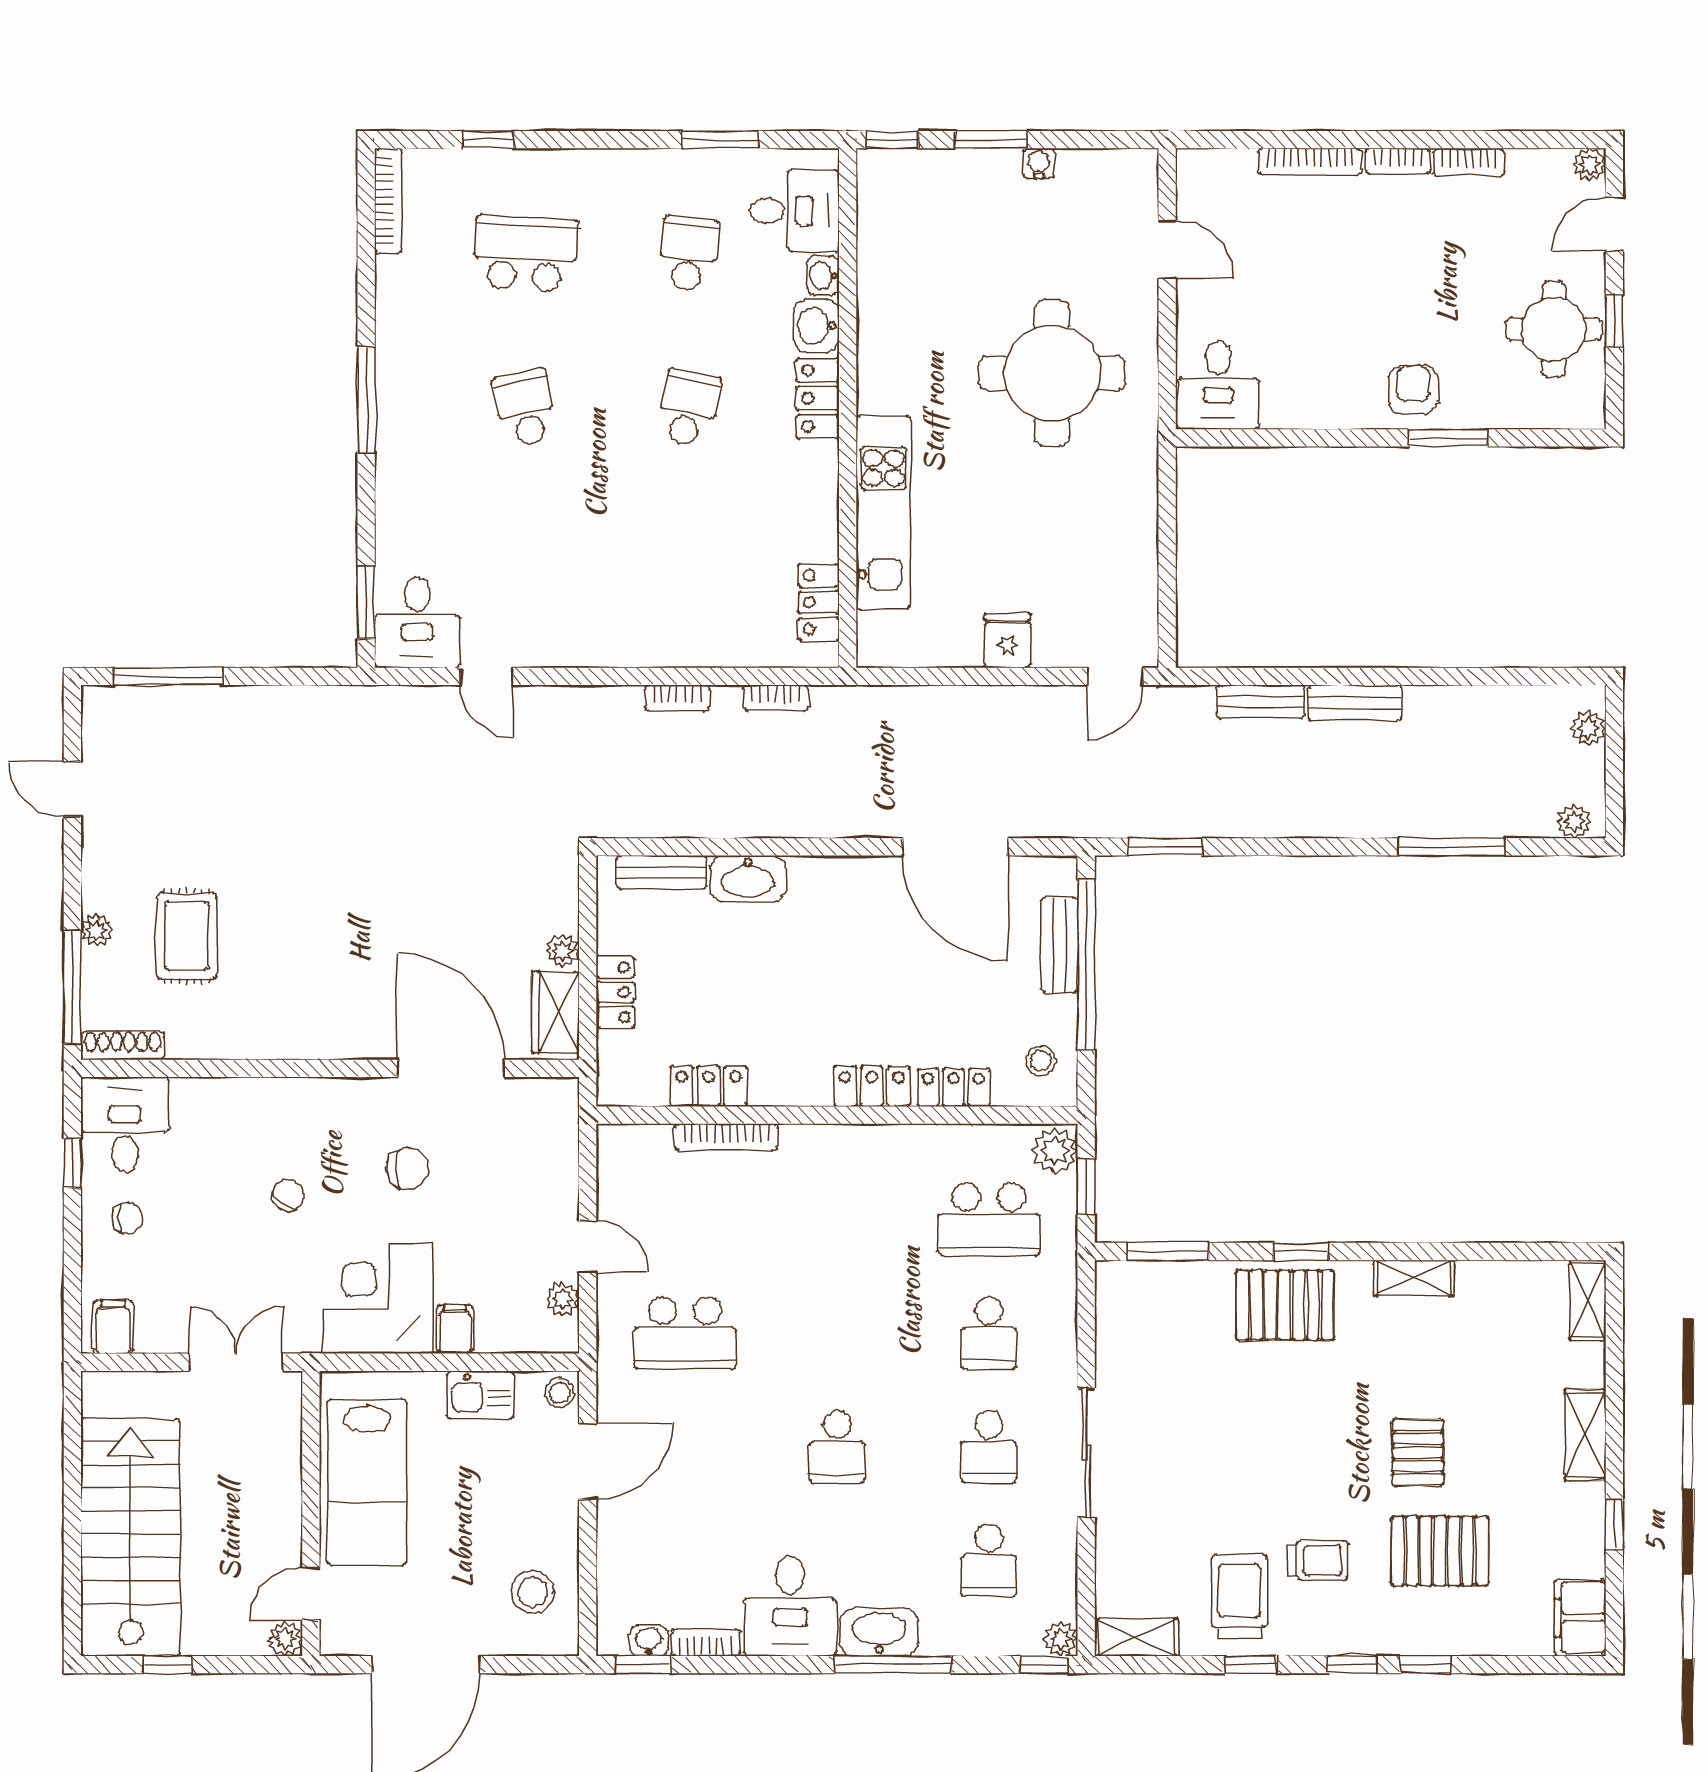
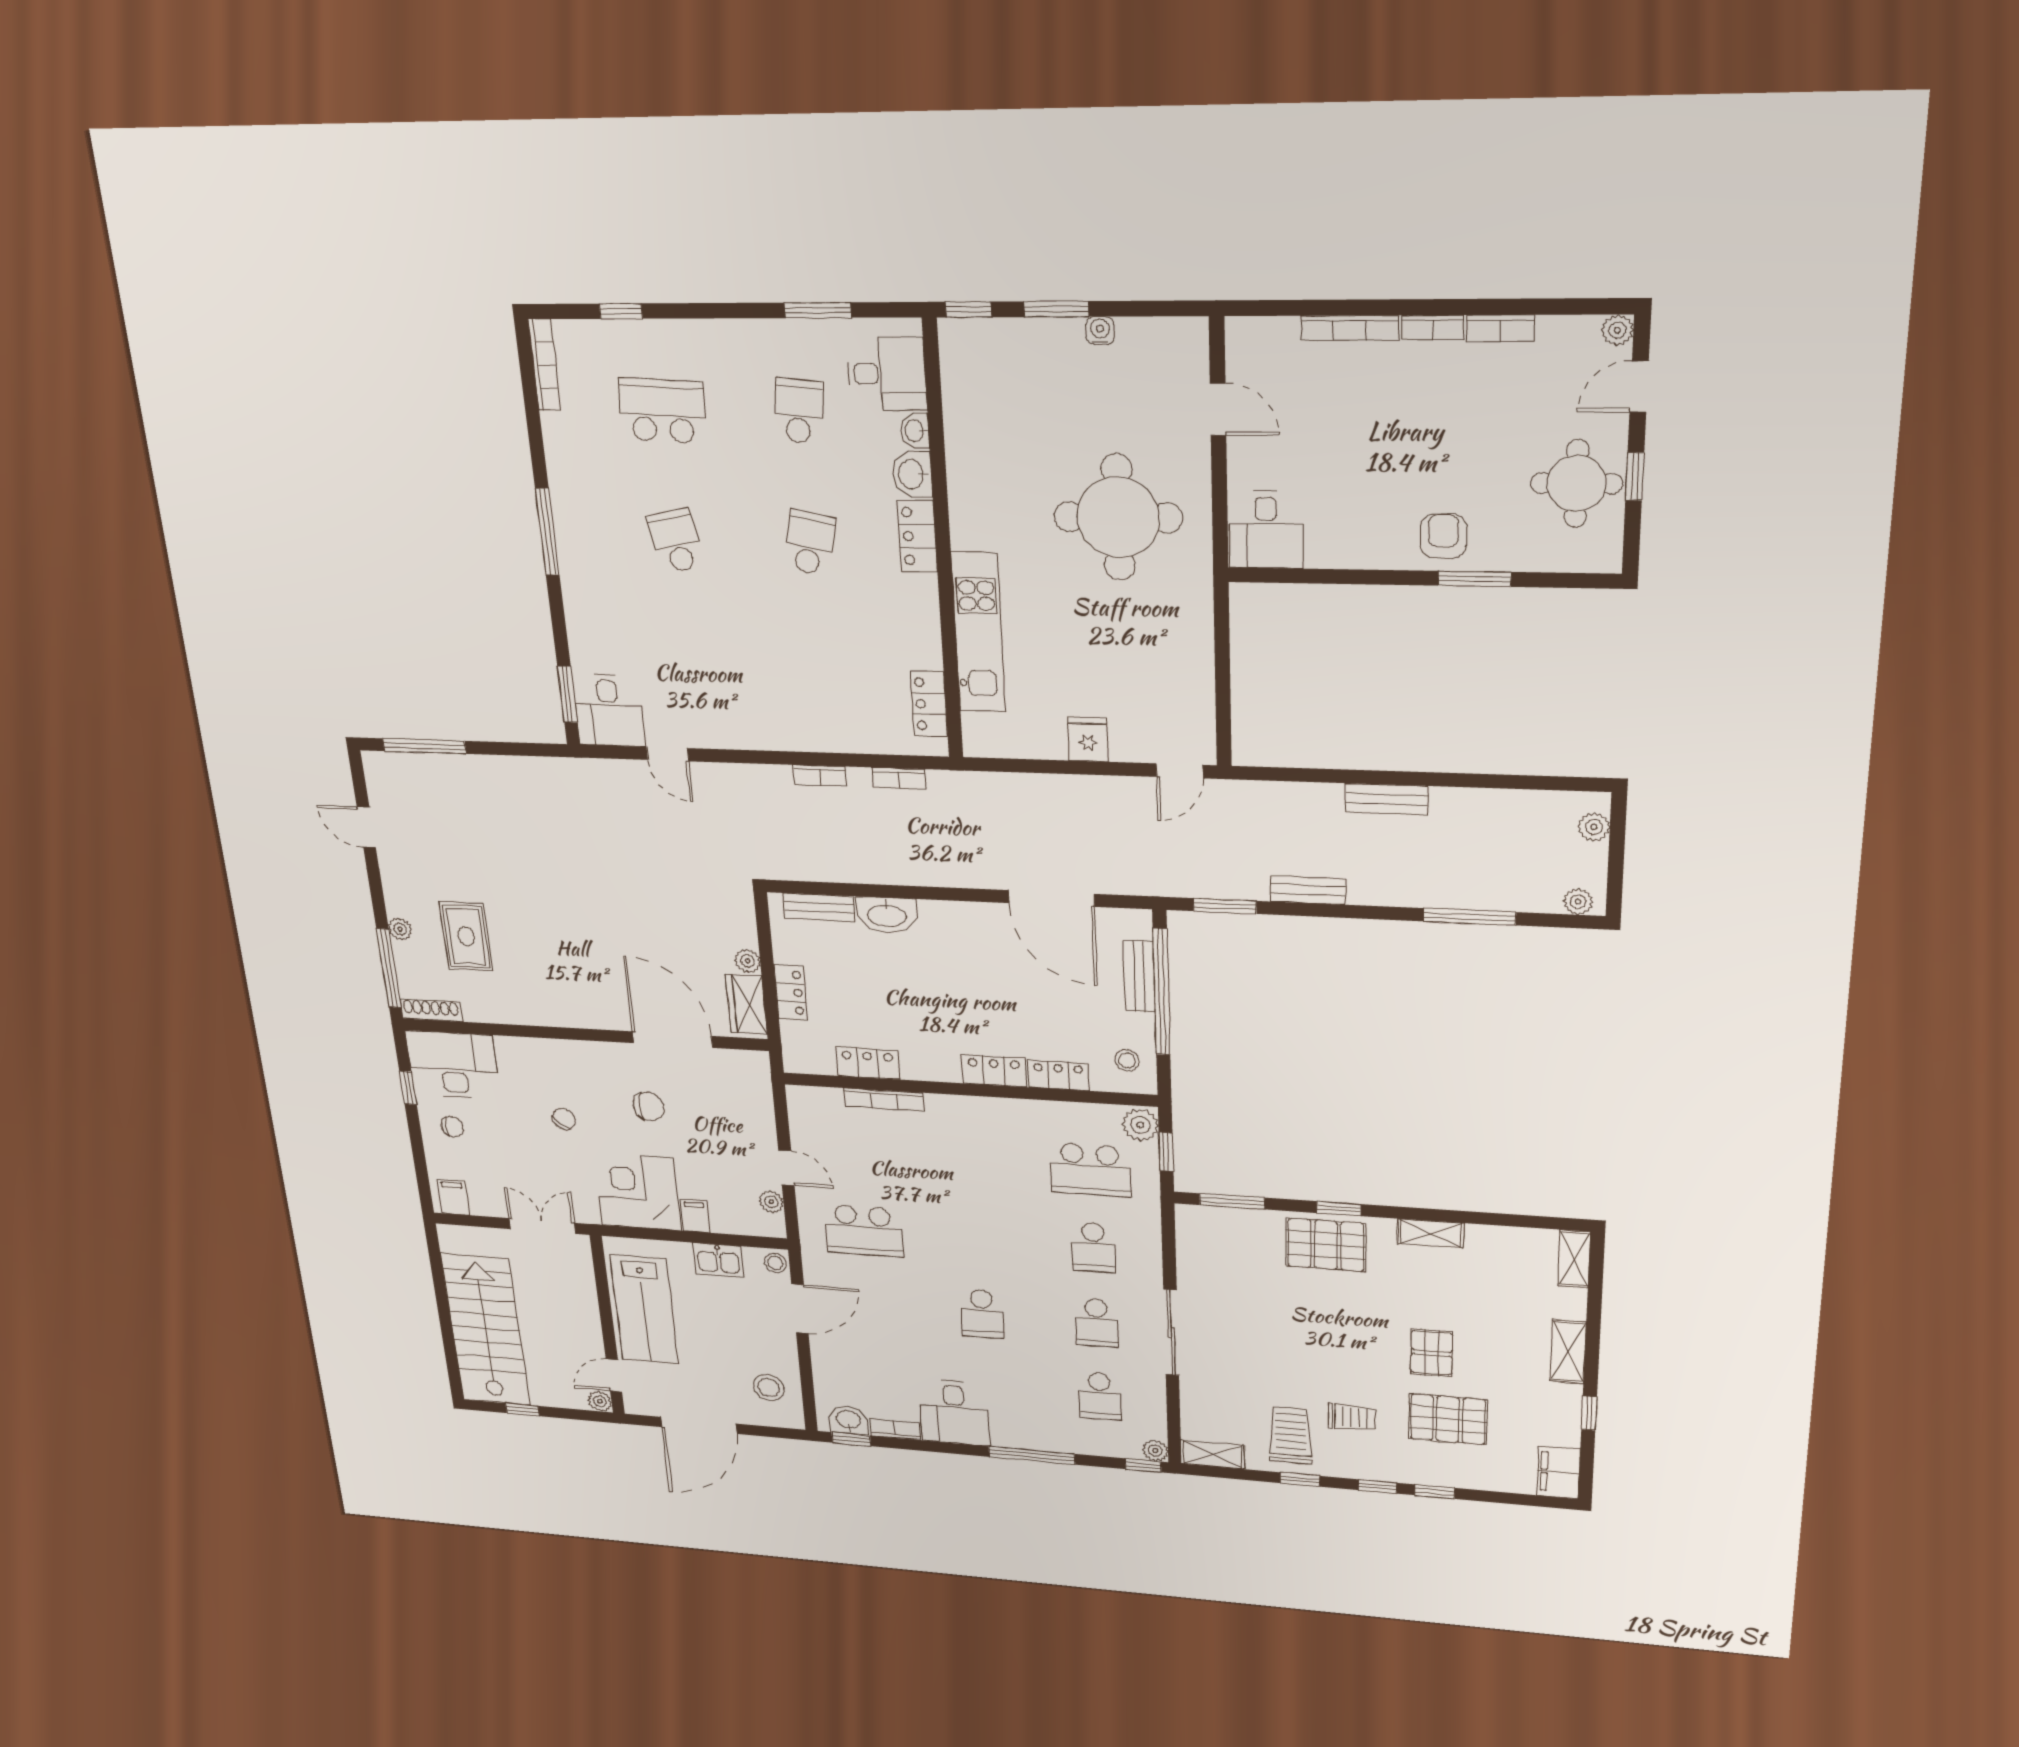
bench: (1260, 702) -> (1308, 890), moved
desk: (125, 1125) -> (453, 1065), width x1.37
washbasin: (879, 1632) -> (1020, 1434), removed
washbasin: (649, 1641) -> (848, 1420), width x1.38, depth x1.45

